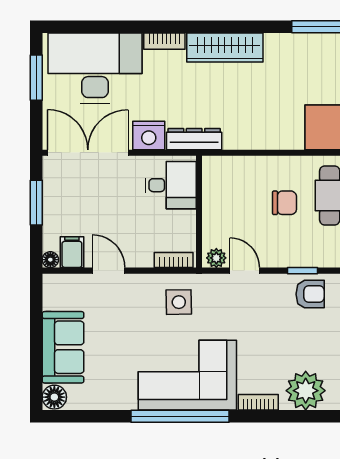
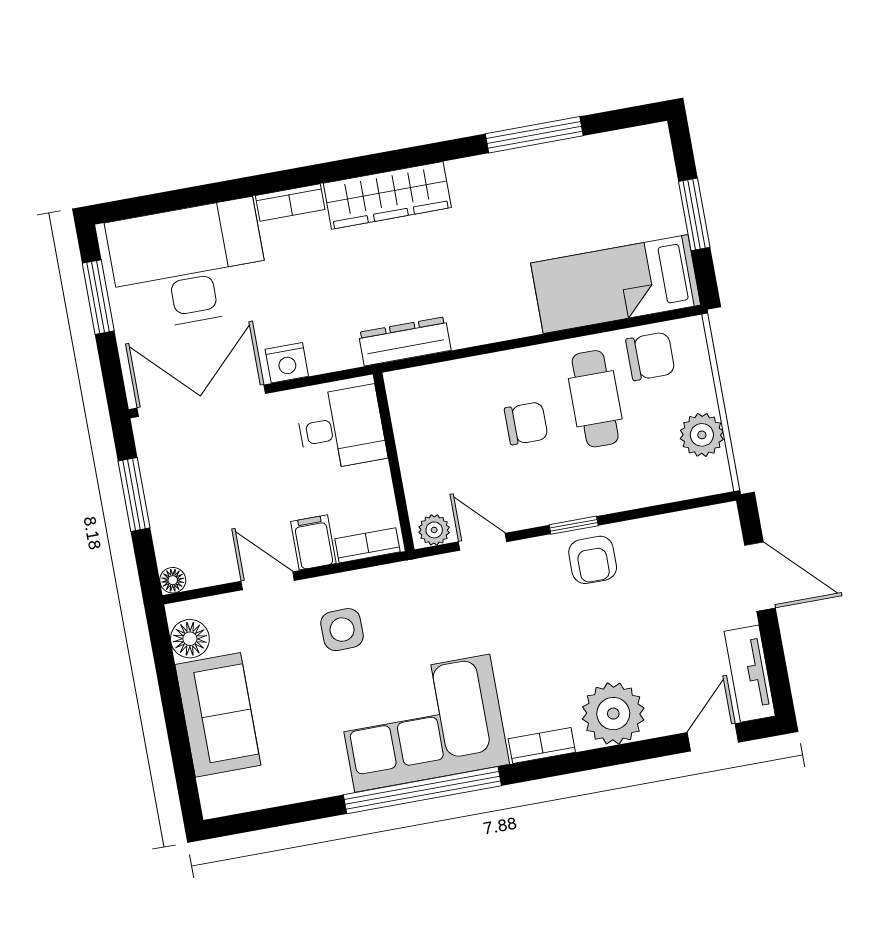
nightstand: (149, 135) -> (287, 363), width x0.74, depth x0.75
dresser: (194, 139) -> (405, 341), moved
filing cabinet: (72, 252) -> (313, 542), moved
armchair: (310, 294) -> (593, 560), turned 90
side table: (179, 302) -> (342, 630), moved
floor lamp: (54, 397) -> (190, 639), moved

